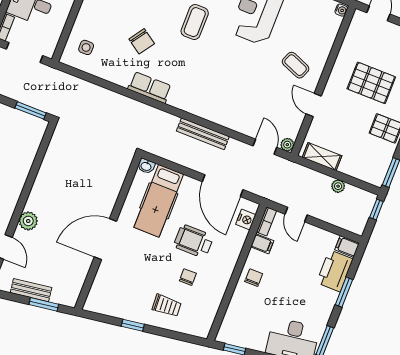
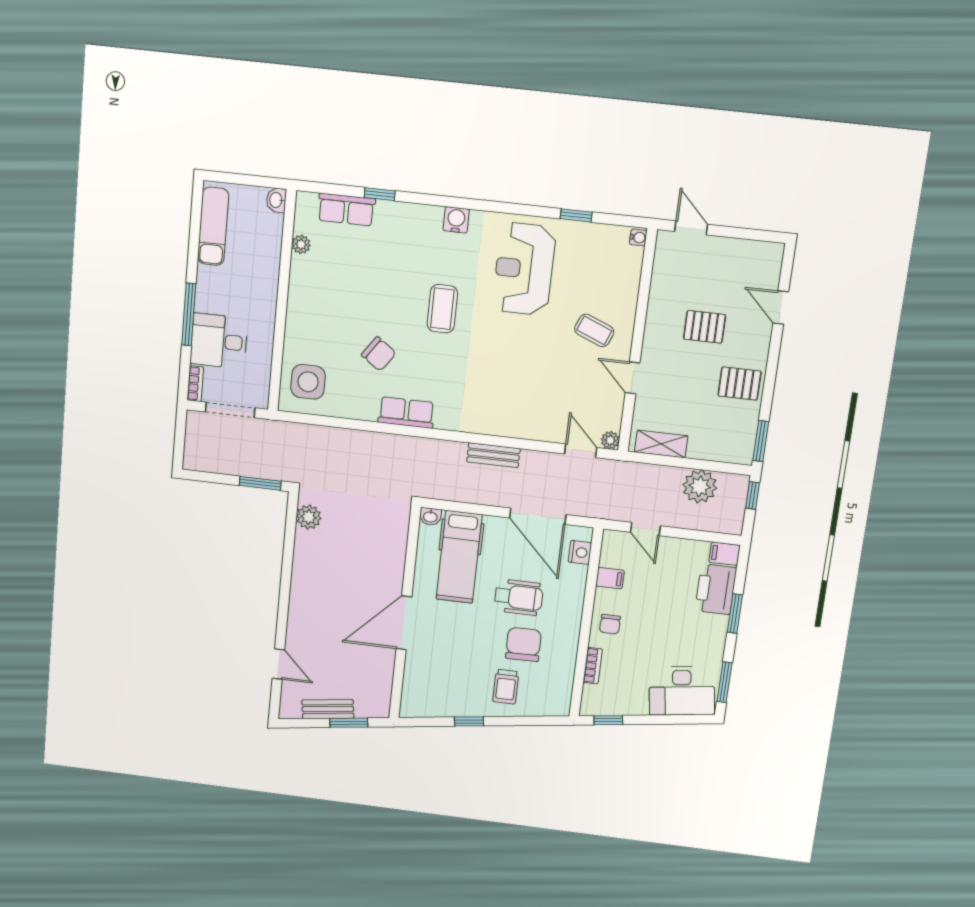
side table: (86, 47) -> (308, 382), width x1.87, depth x1.87
pallet: (371, 83) -> (705, 327), width x0.67, depth x0.71
bench: (203, 134) -> (493, 455), width x0.73
plant: (338, 186) -> (700, 486), width x1.88, depth x1.88
plant: (28, 221) -> (309, 517), moved
bookcase: (267, 221) -> (593, 666), moved
wheelchair: (194, 241) -> (519, 597), turned 180
chair: (188, 277) -> (523, 644), width x1.87, depth x1.87
chair: (254, 278) -> (610, 624), turned 180
trolley: (167, 306) -> (506, 687), turned 93

